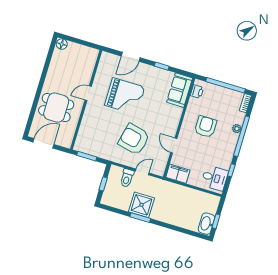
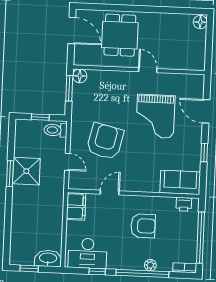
floor lamp: (79, 146) -> (80, 76), added
toilet: (127, 178) -> (56, 130), moved
desk: (215, 178) -> (87, 253), width x1.37
washbasin: (206, 224) -> (48, 258), moved

